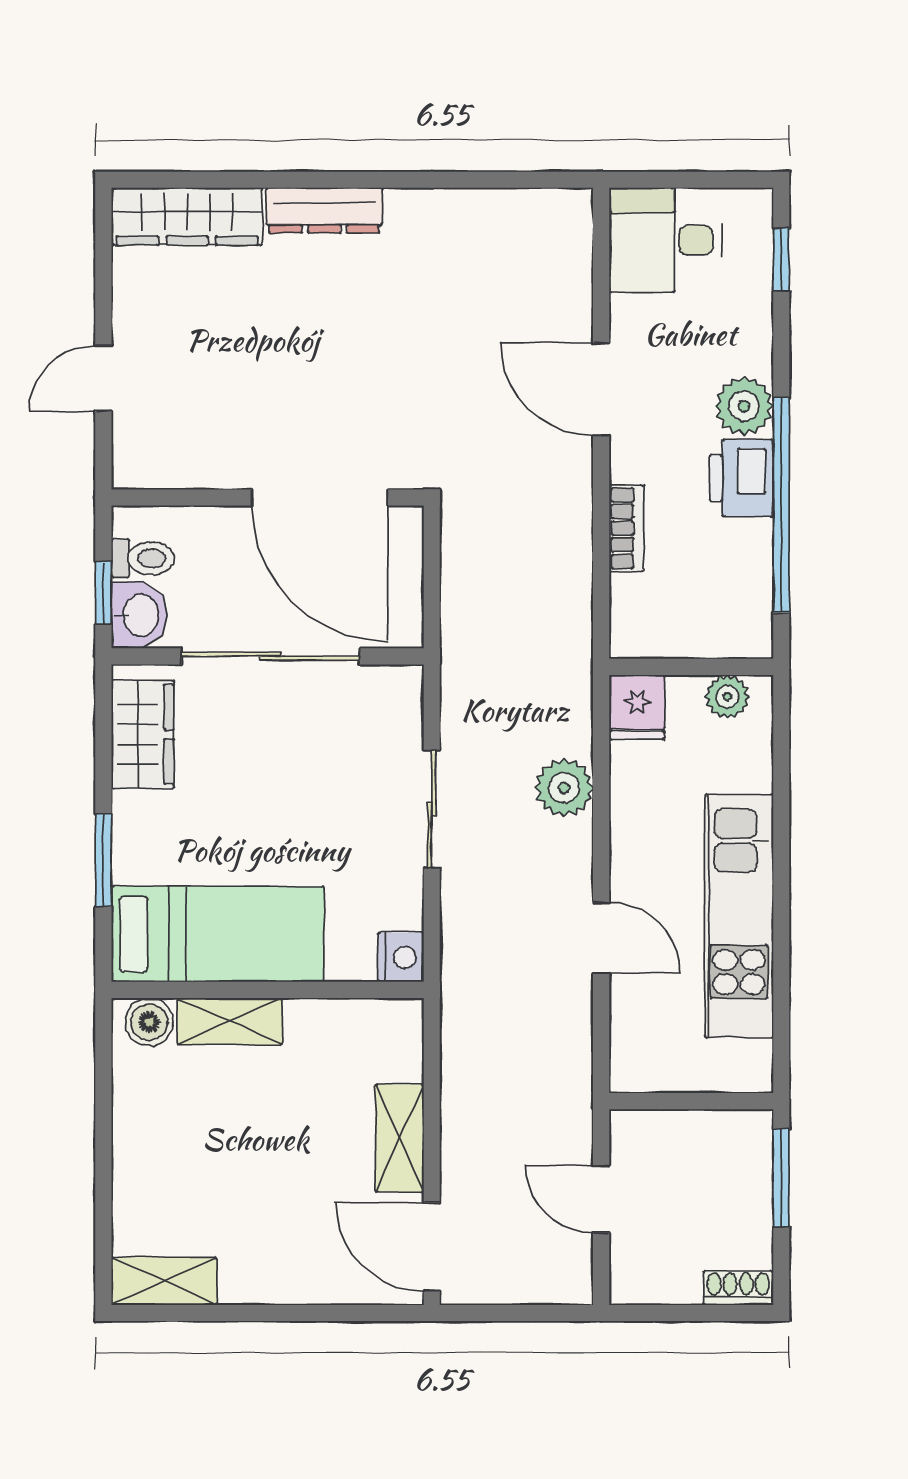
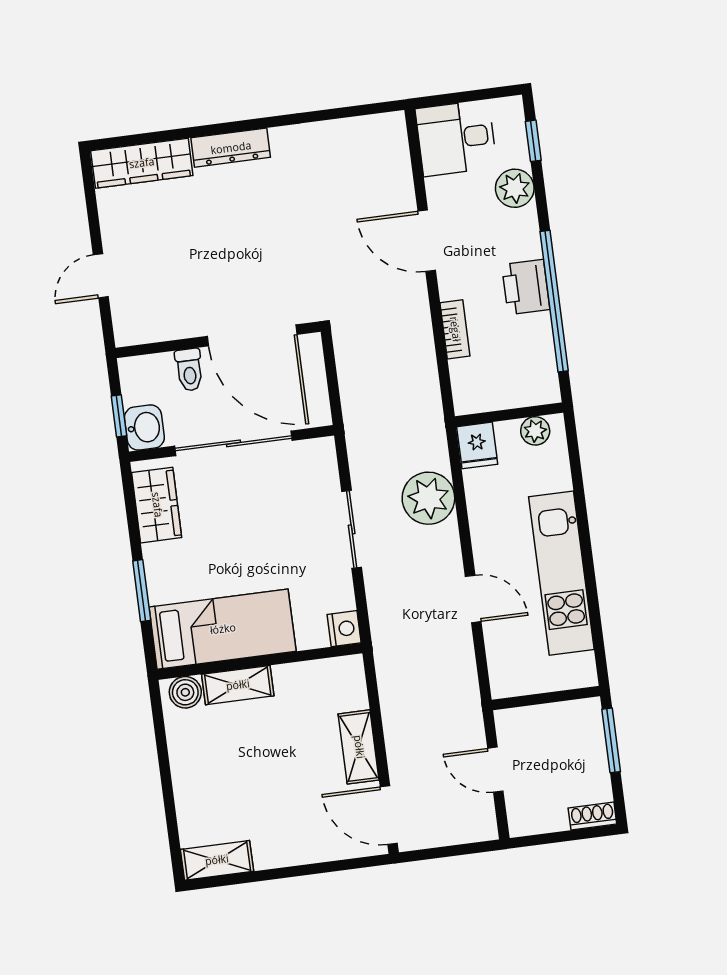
plant: (744, 406) -> (515, 188), moved
toilet: (143, 558) -> (189, 370), moved, turned 90
plant: (564, 788) -> (428, 498), width x1.36, depth x1.36

